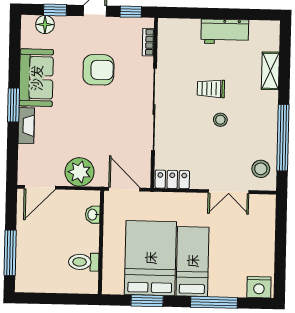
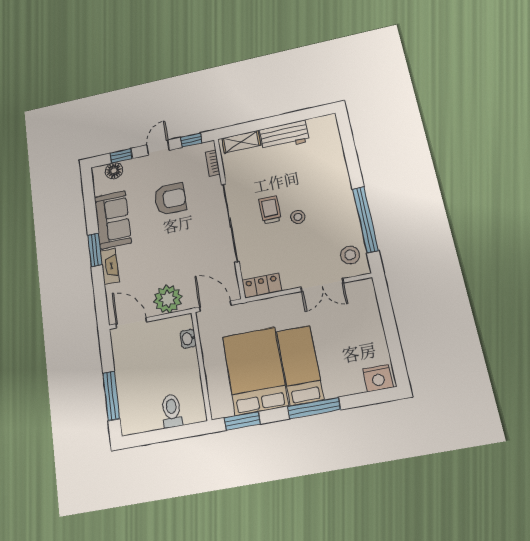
shelving: (270, 71) -> (241, 142), moved, turned 90
trolley: (211, 89) -> (270, 210), moved, turned 90
door: (40, 187) -> (131, 323), swing flipped
toilet: (84, 262) -> (172, 411), moved, turned 90
window: (147, 301) -> (242, 421), moved
window: (214, 302) -> (314, 408), moved

